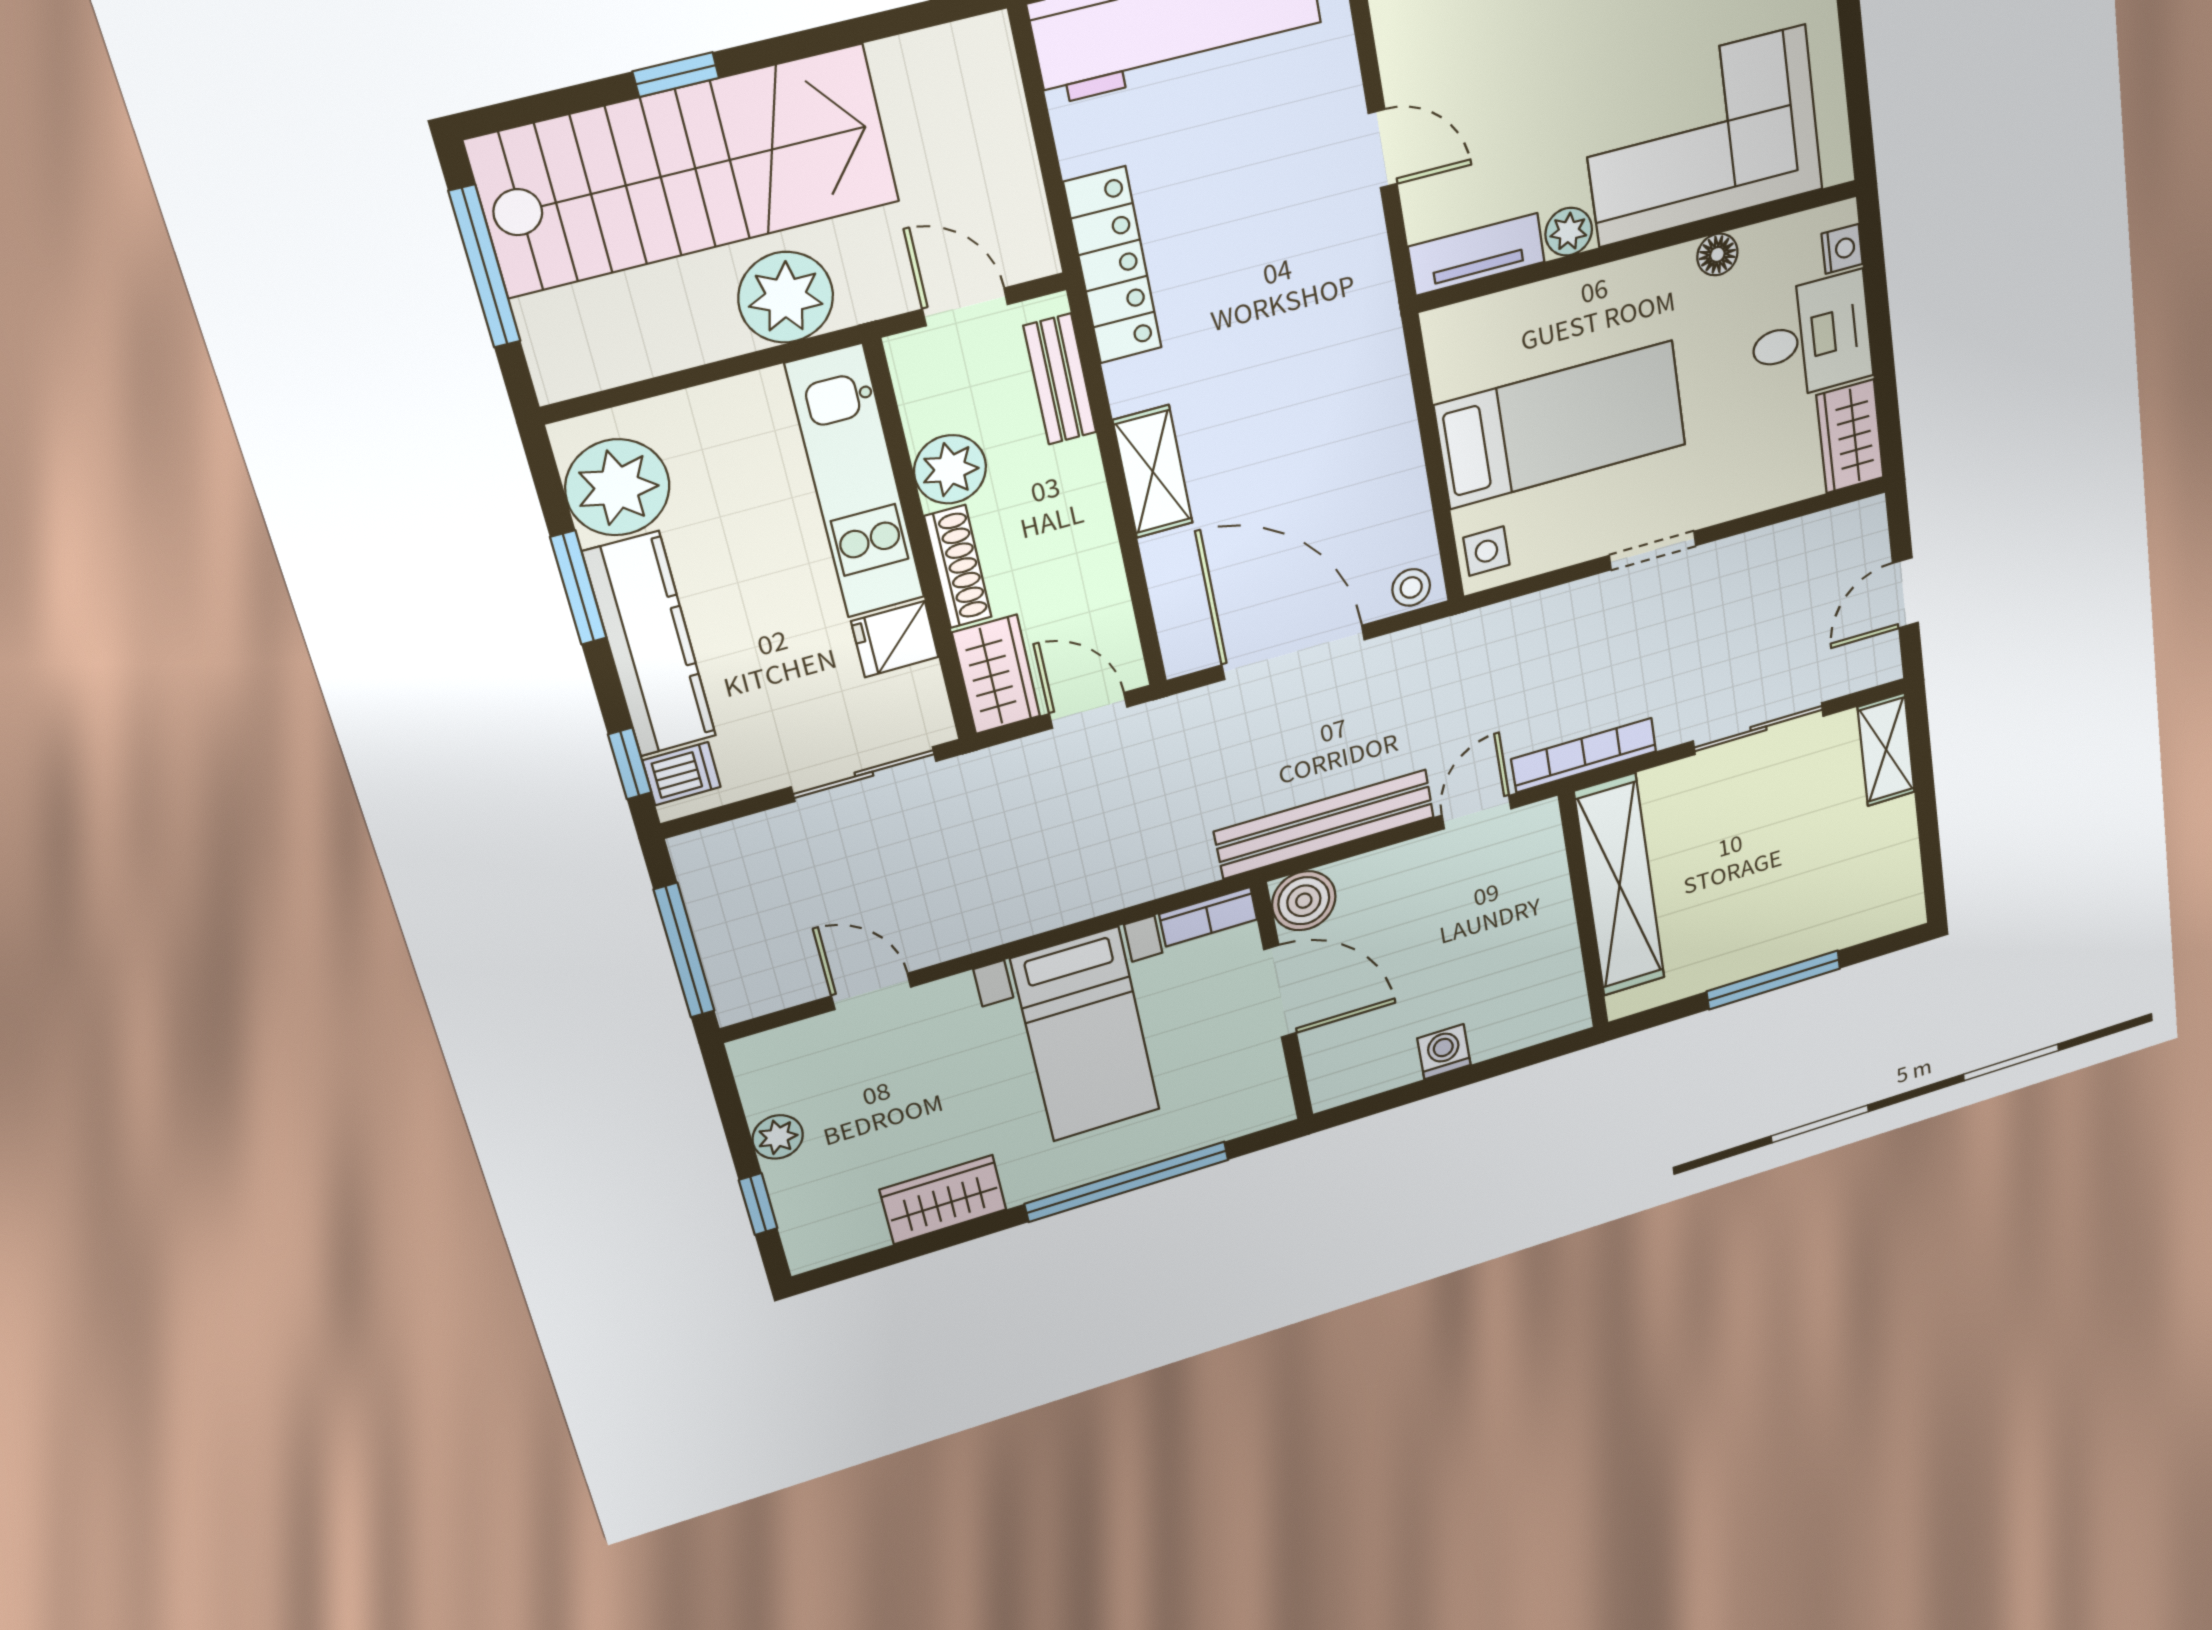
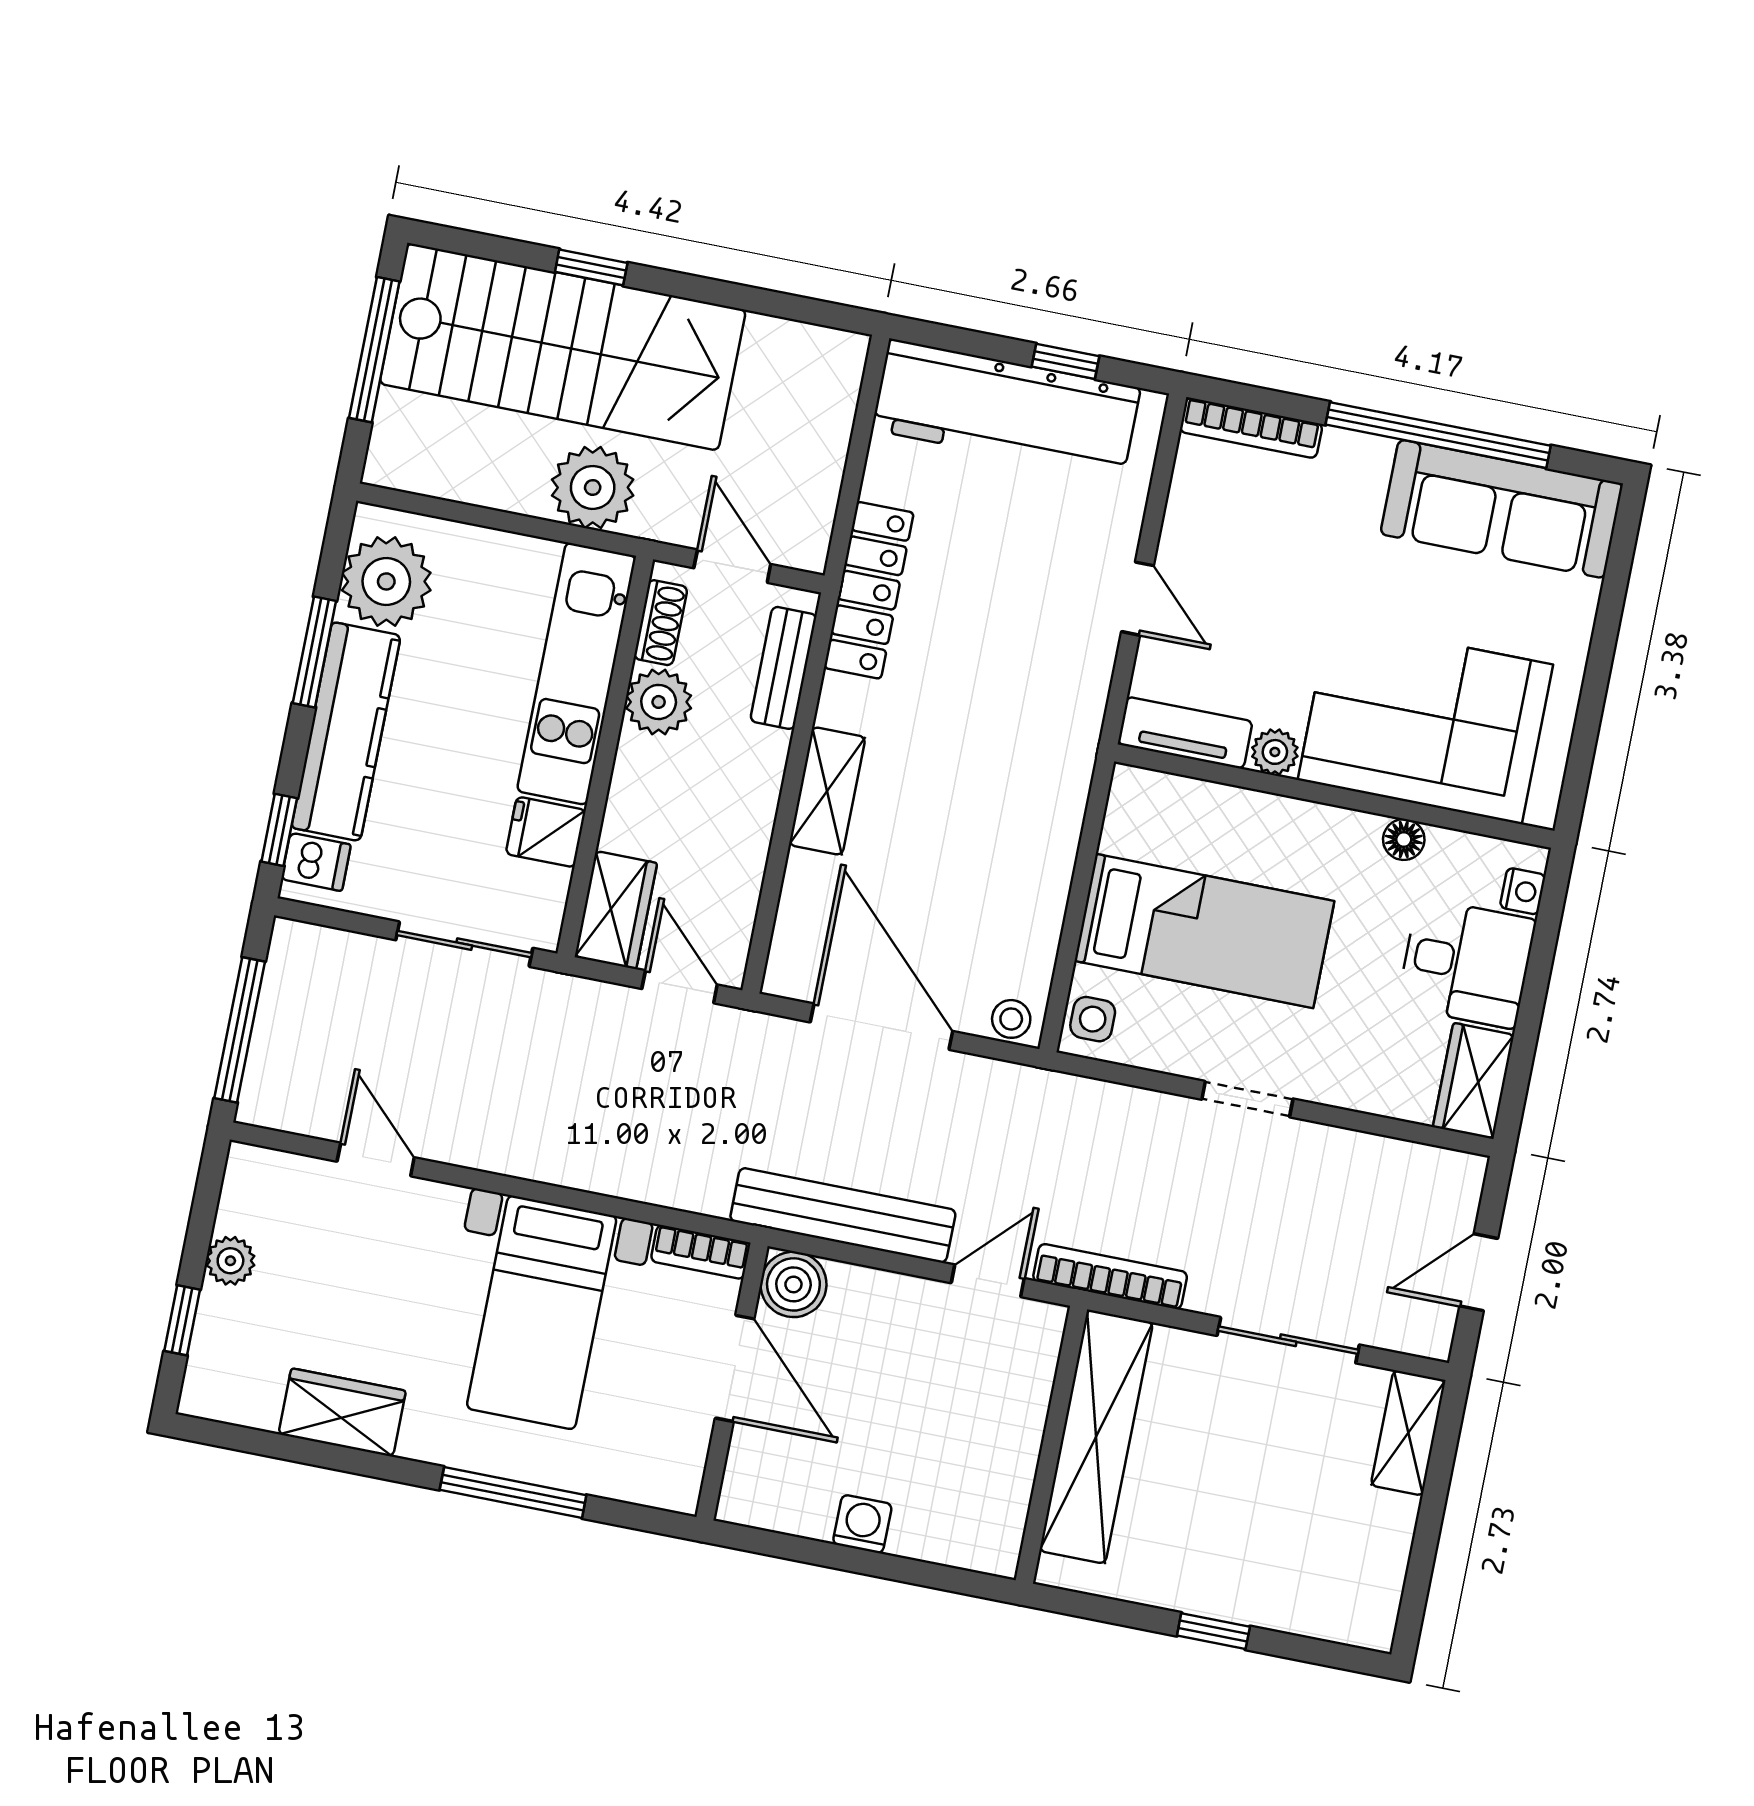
shoe rack: (958, 567) -> (661, 623), moved, width x0.70
window: (1774, 980) -> (1213, 1631), width x0.46
window: (1127, 1182) -> (513, 1492), width x0.68

